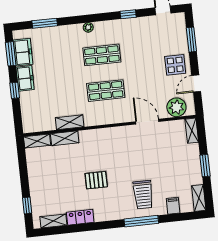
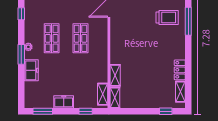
window: (45, 23) -> (21, 54), moved
freezer: (23, 52) -> (31, 70), moved, turned 90
window: (15, 90) -> (86, 111), moved
shelving: (70, 122) -> (103, 94), moved
pallet: (96, 180) -> (151, 54), removed

